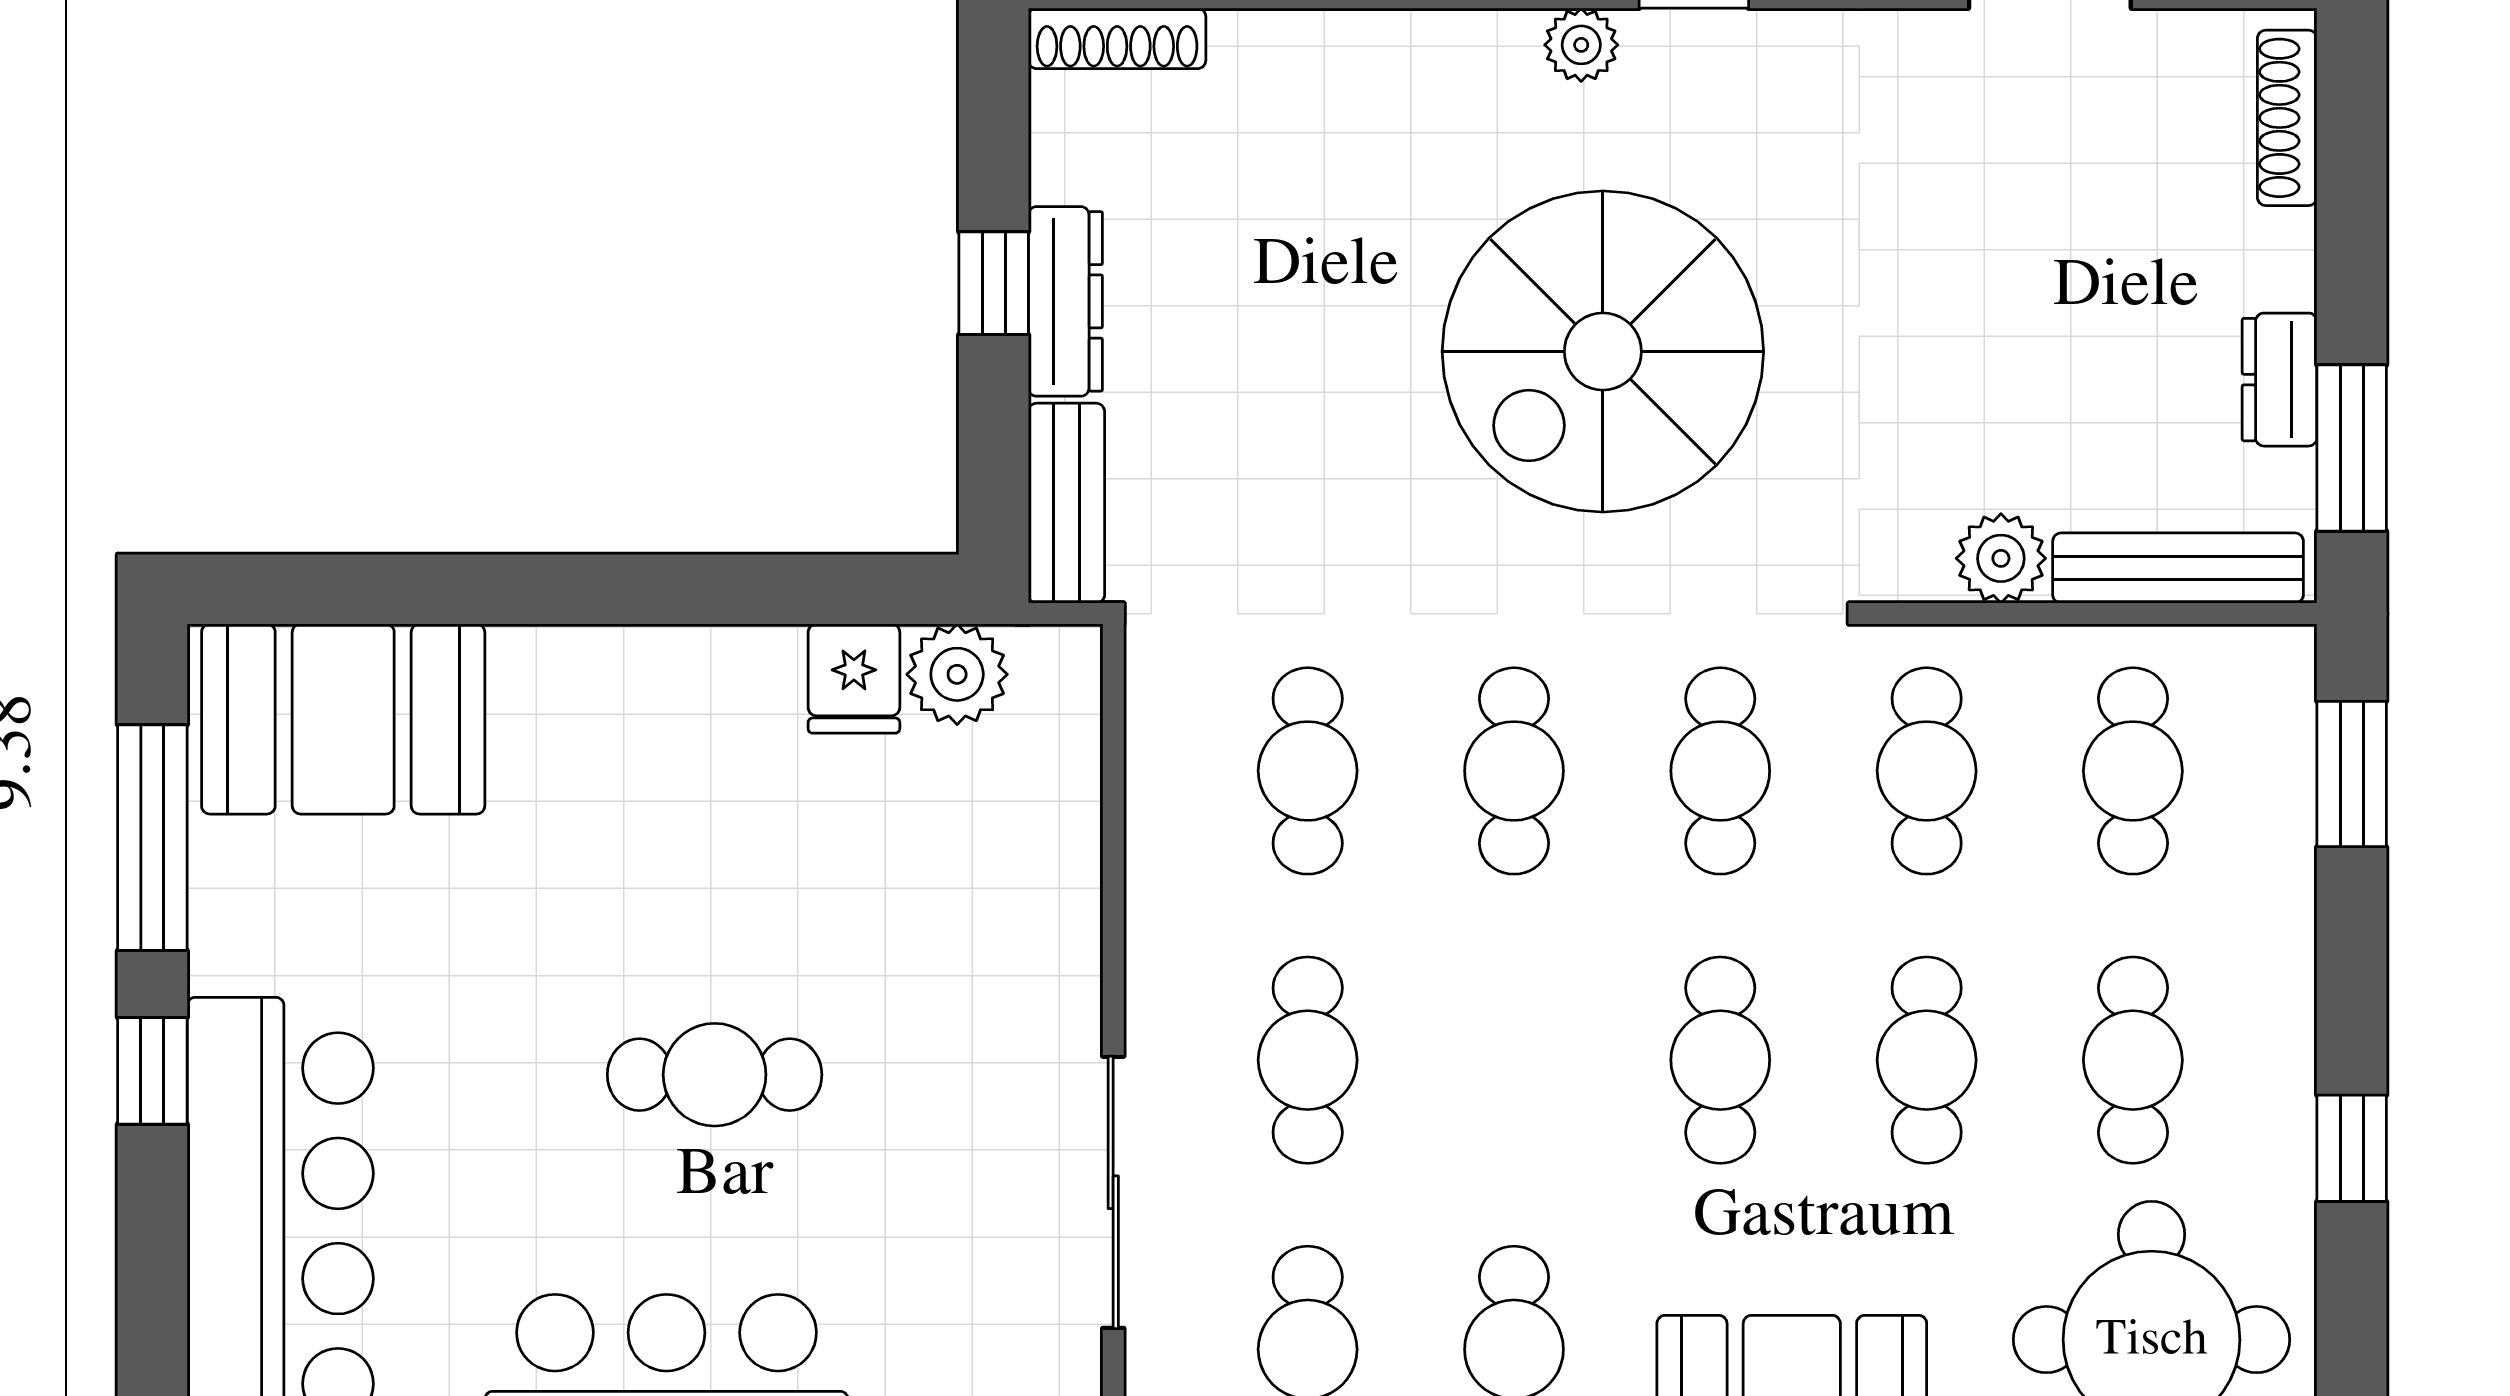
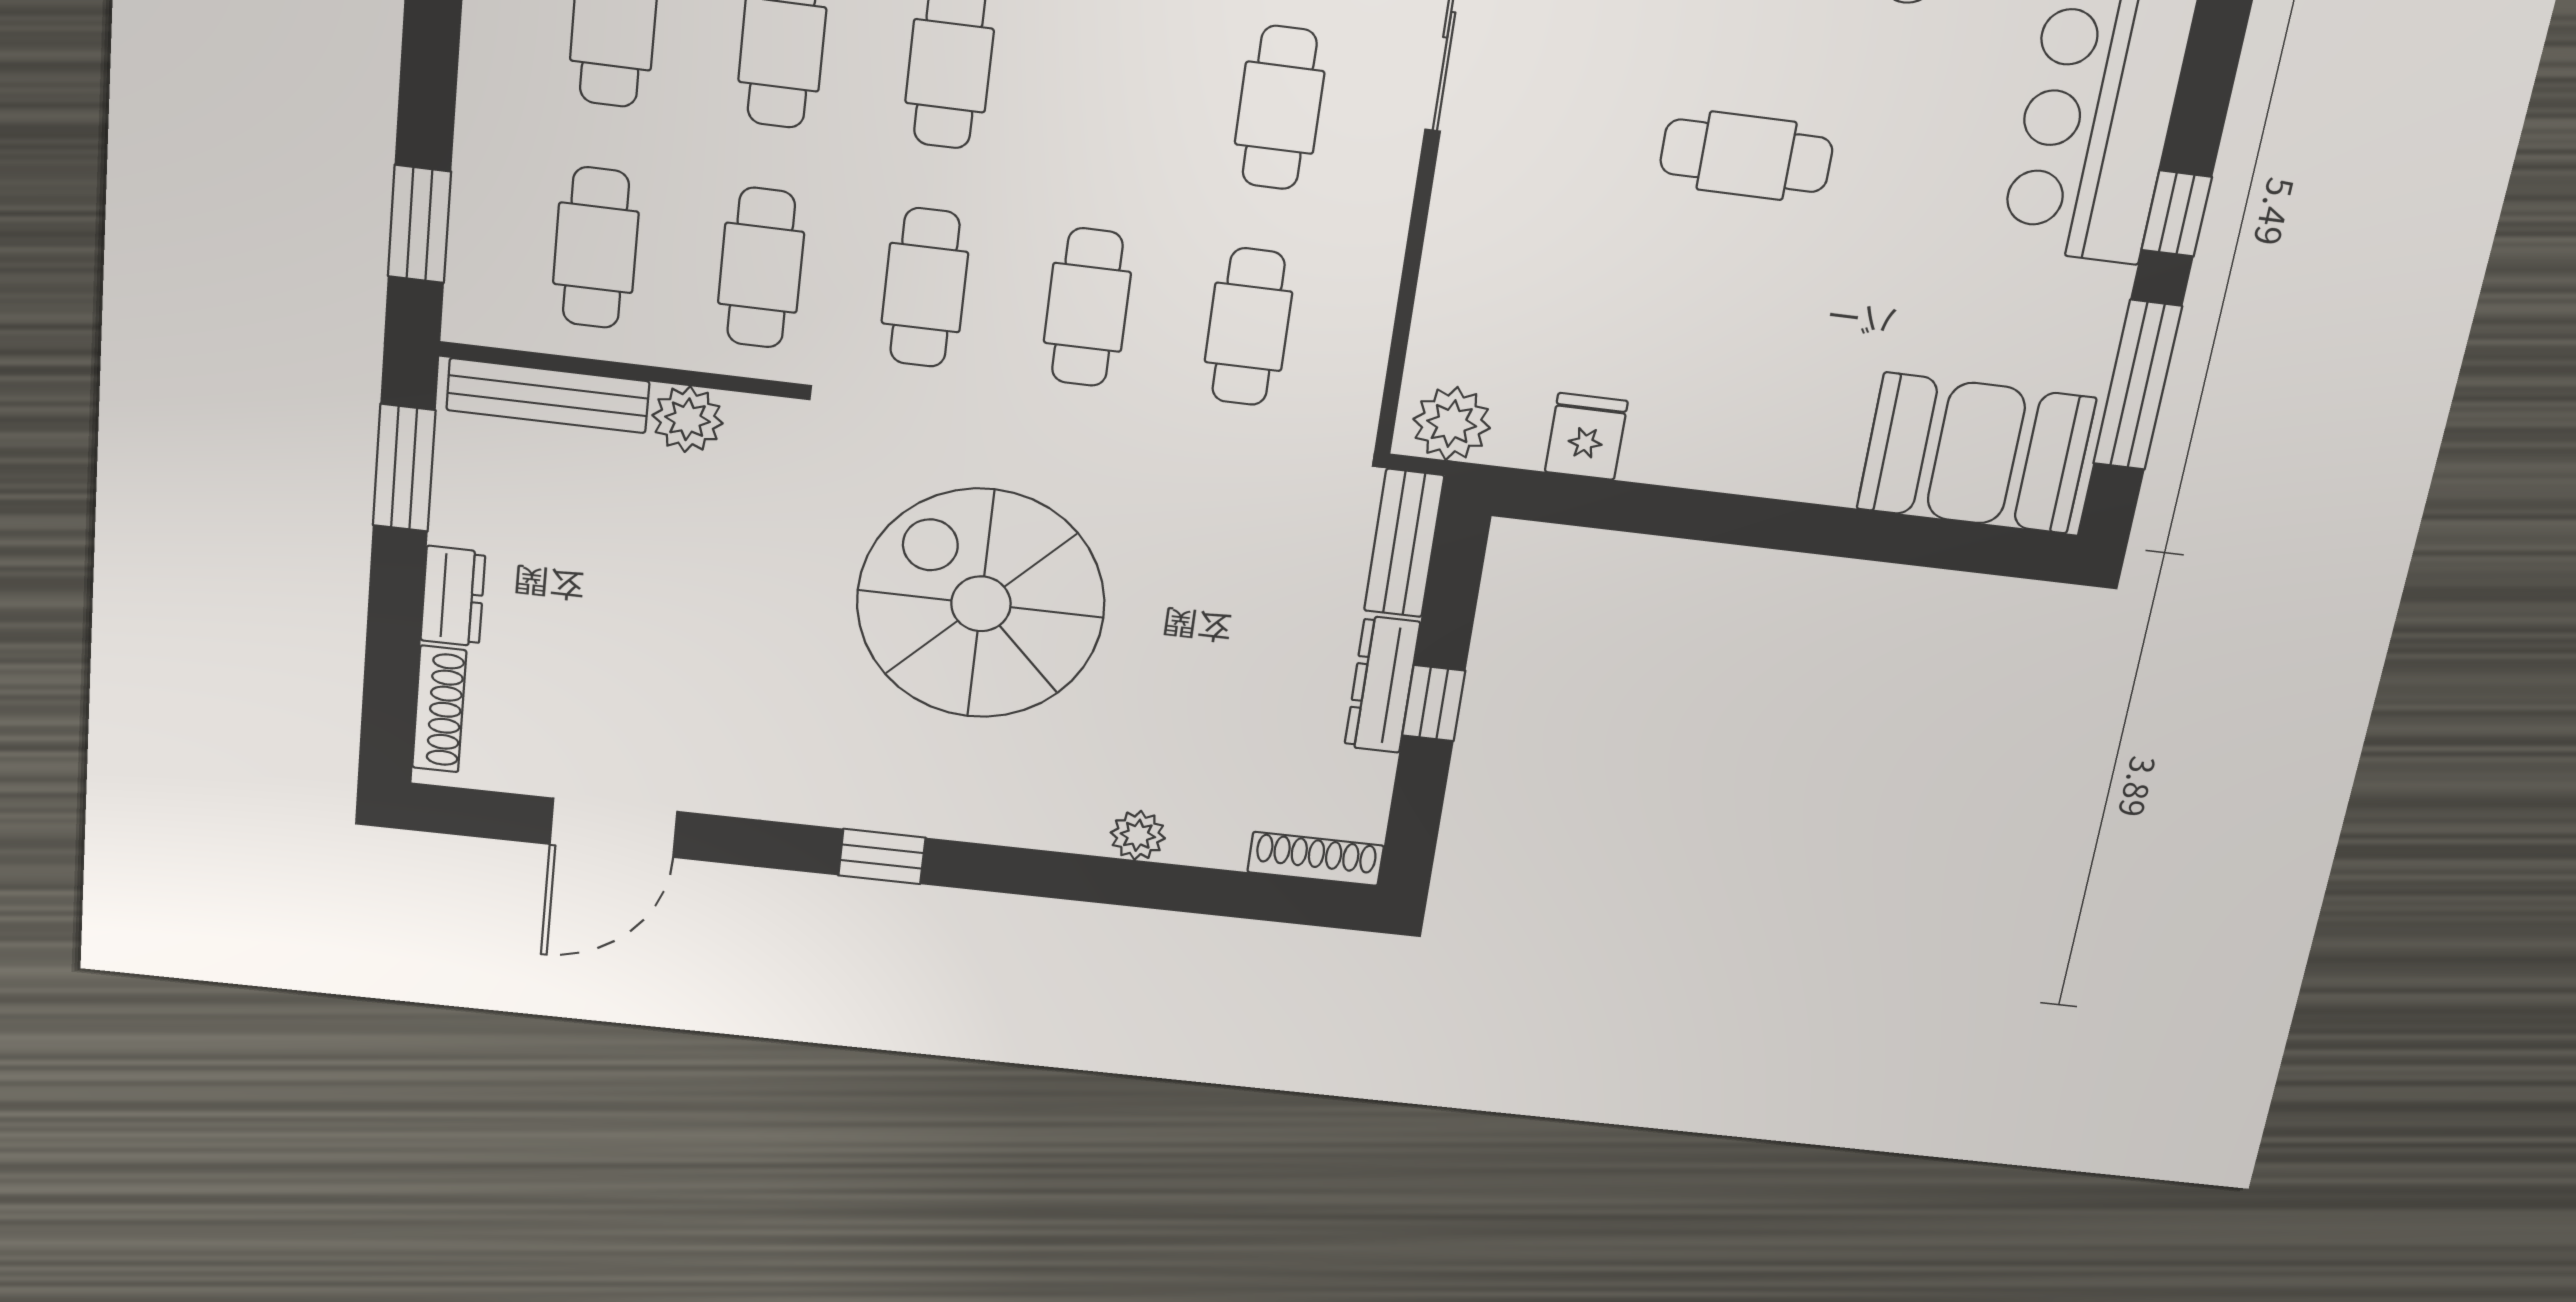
plant: (1581, 45) -> (1138, 835), moved
spiral stairs: (1603, 352) -> (981, 604), turned -90
dresser: (2280, 380) -> (453, 596), moved
plant: (957, 674) -> (1452, 424), moved

